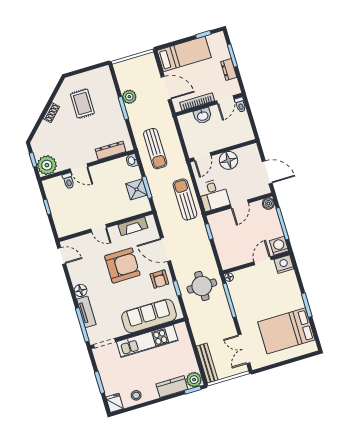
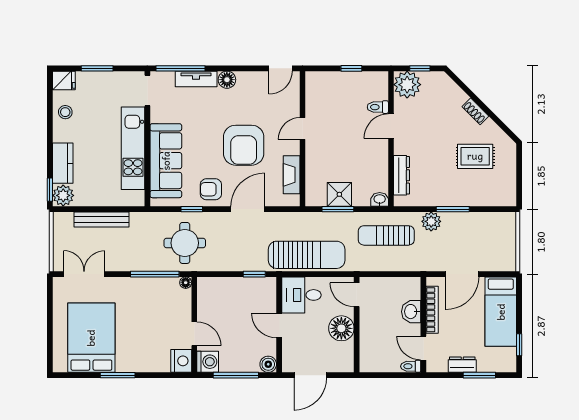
plant: (129, 97) -> (431, 221), moved
sun lounger: (185, 199) -> (307, 255), width x1.36, depth x1.34
bench: (207, 363) -> (102, 219), moved

